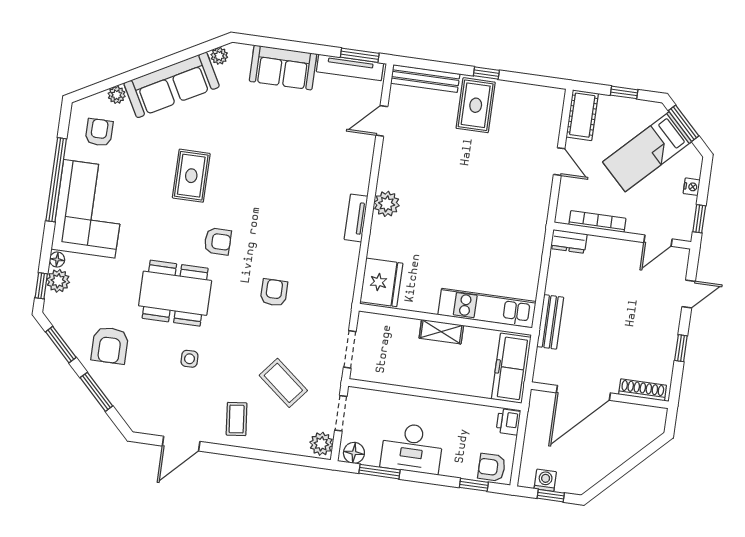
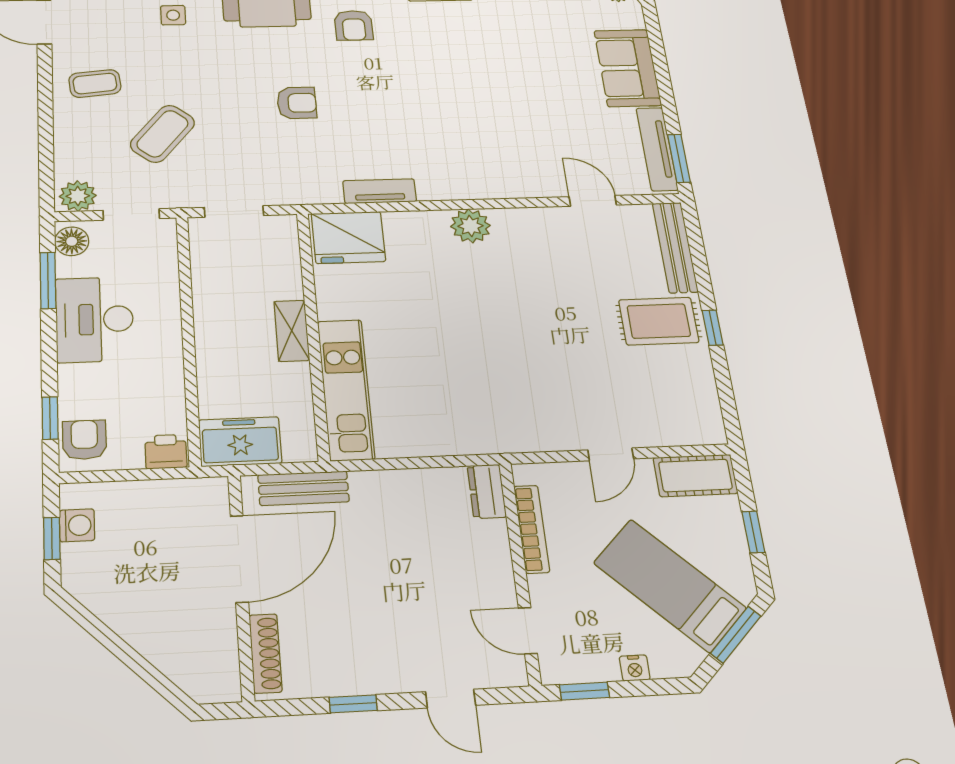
tv unit: (356, 218) -> (380, 191), moved
bench: (550, 322) -> (303, 488), moved
freezer: (511, 368) -> (240, 442), width x0.71
door: (583, 393) -> (239, 559), swing flipped

